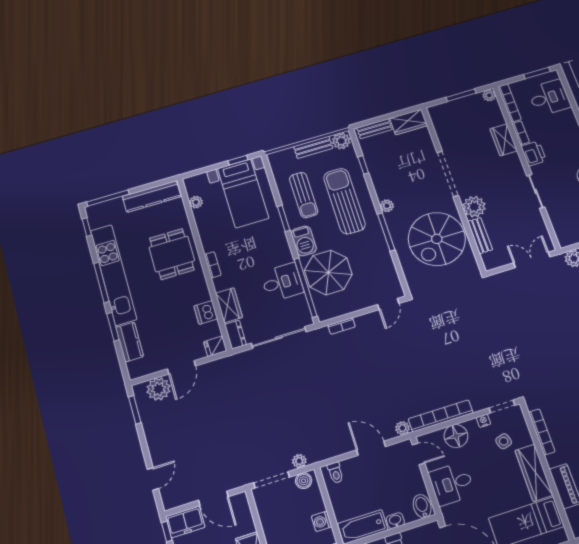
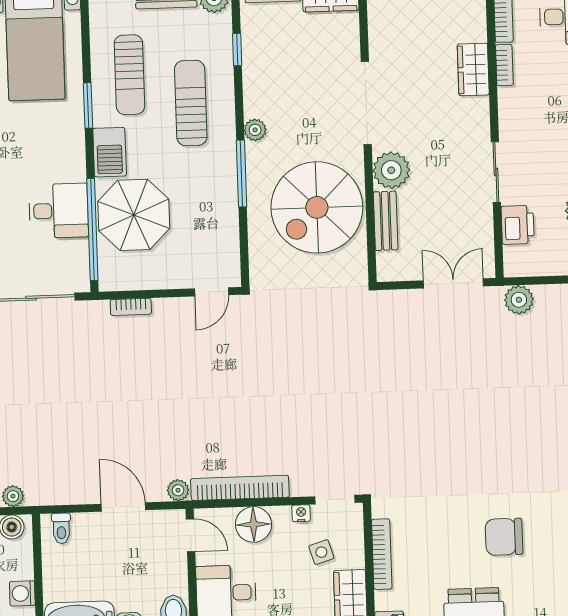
printer: (534, 153) -> (518, 225), moved
sun lounger: (344, 201) -> (191, 103), width x0.73, depth x0.75

